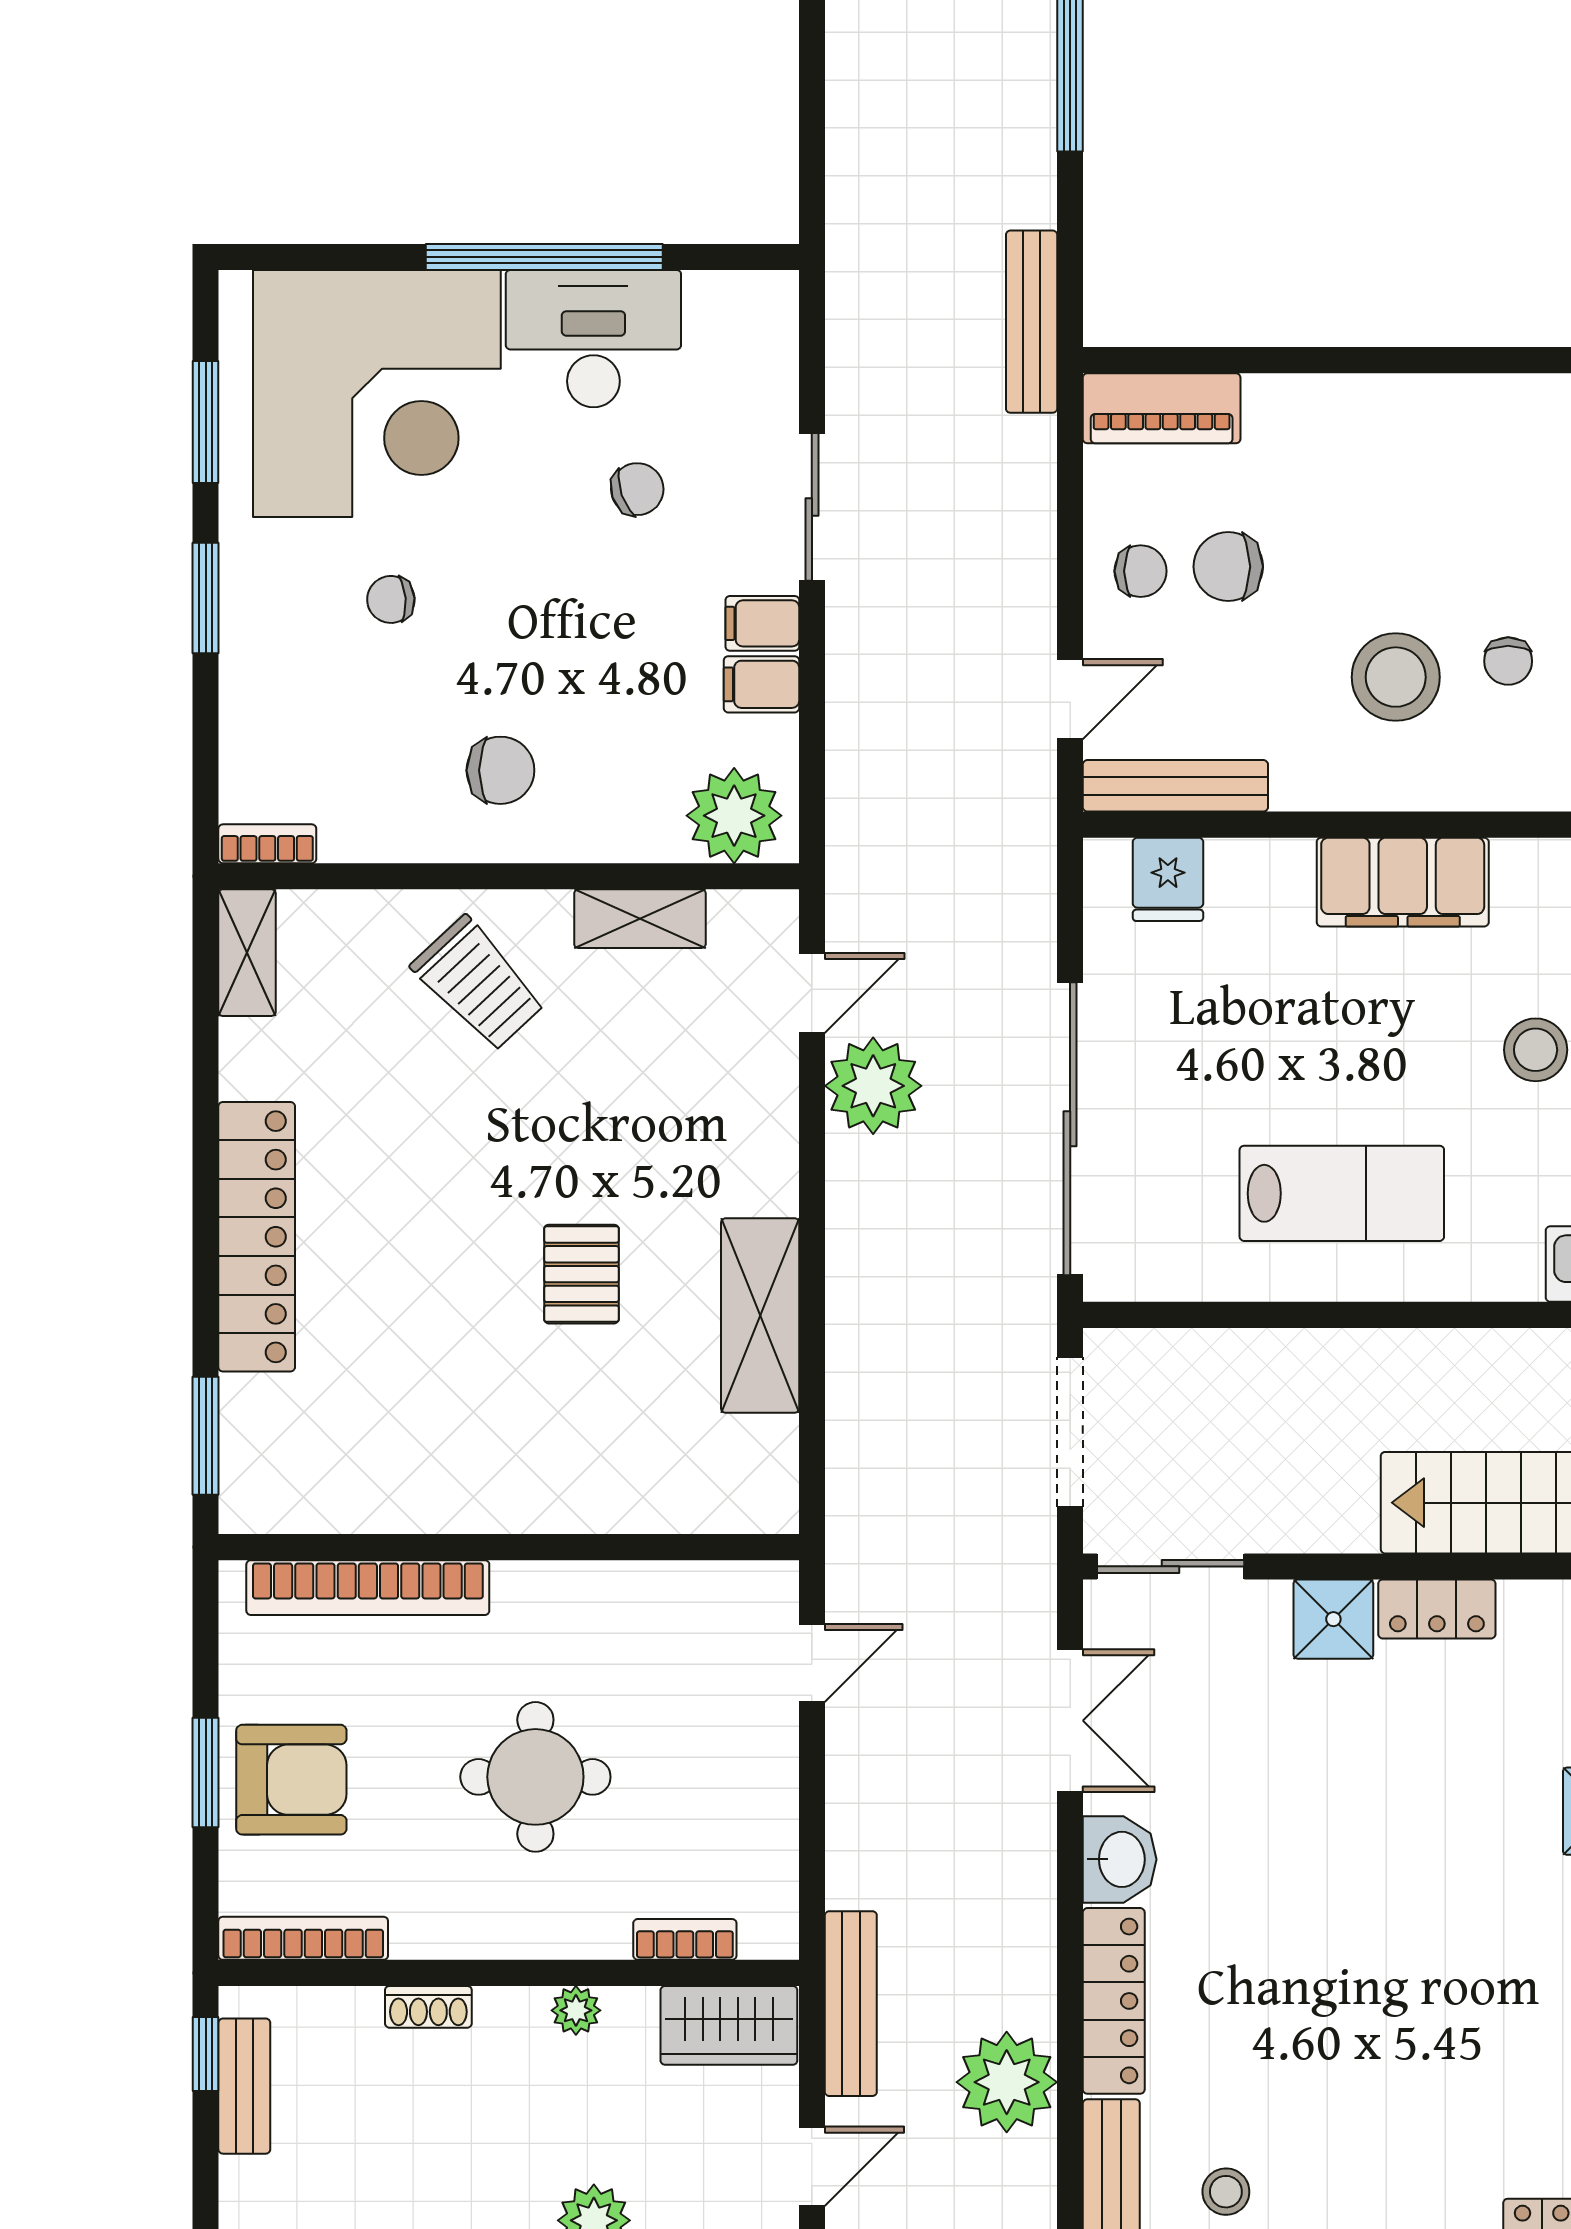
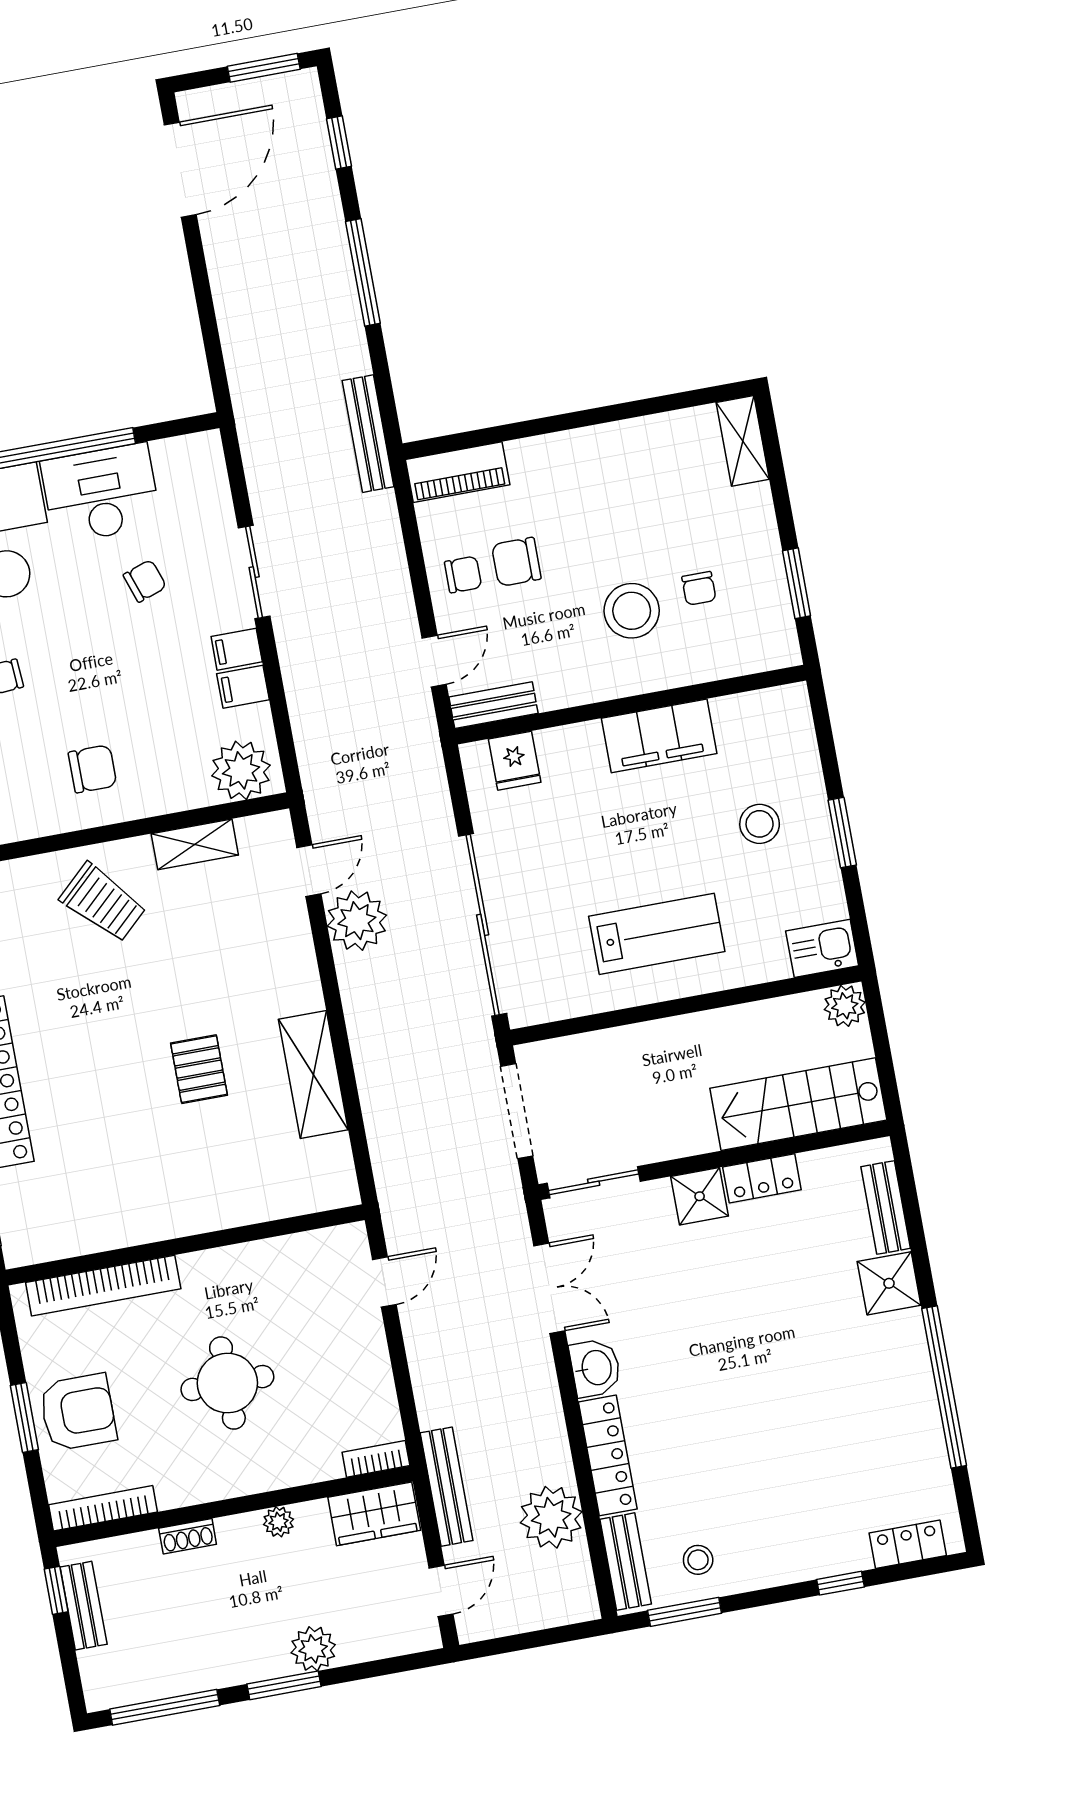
bench: (1175, 786) -> (493, 705), width x0.73
bookcase: (685, 1939) -> (376, 1459), moved

